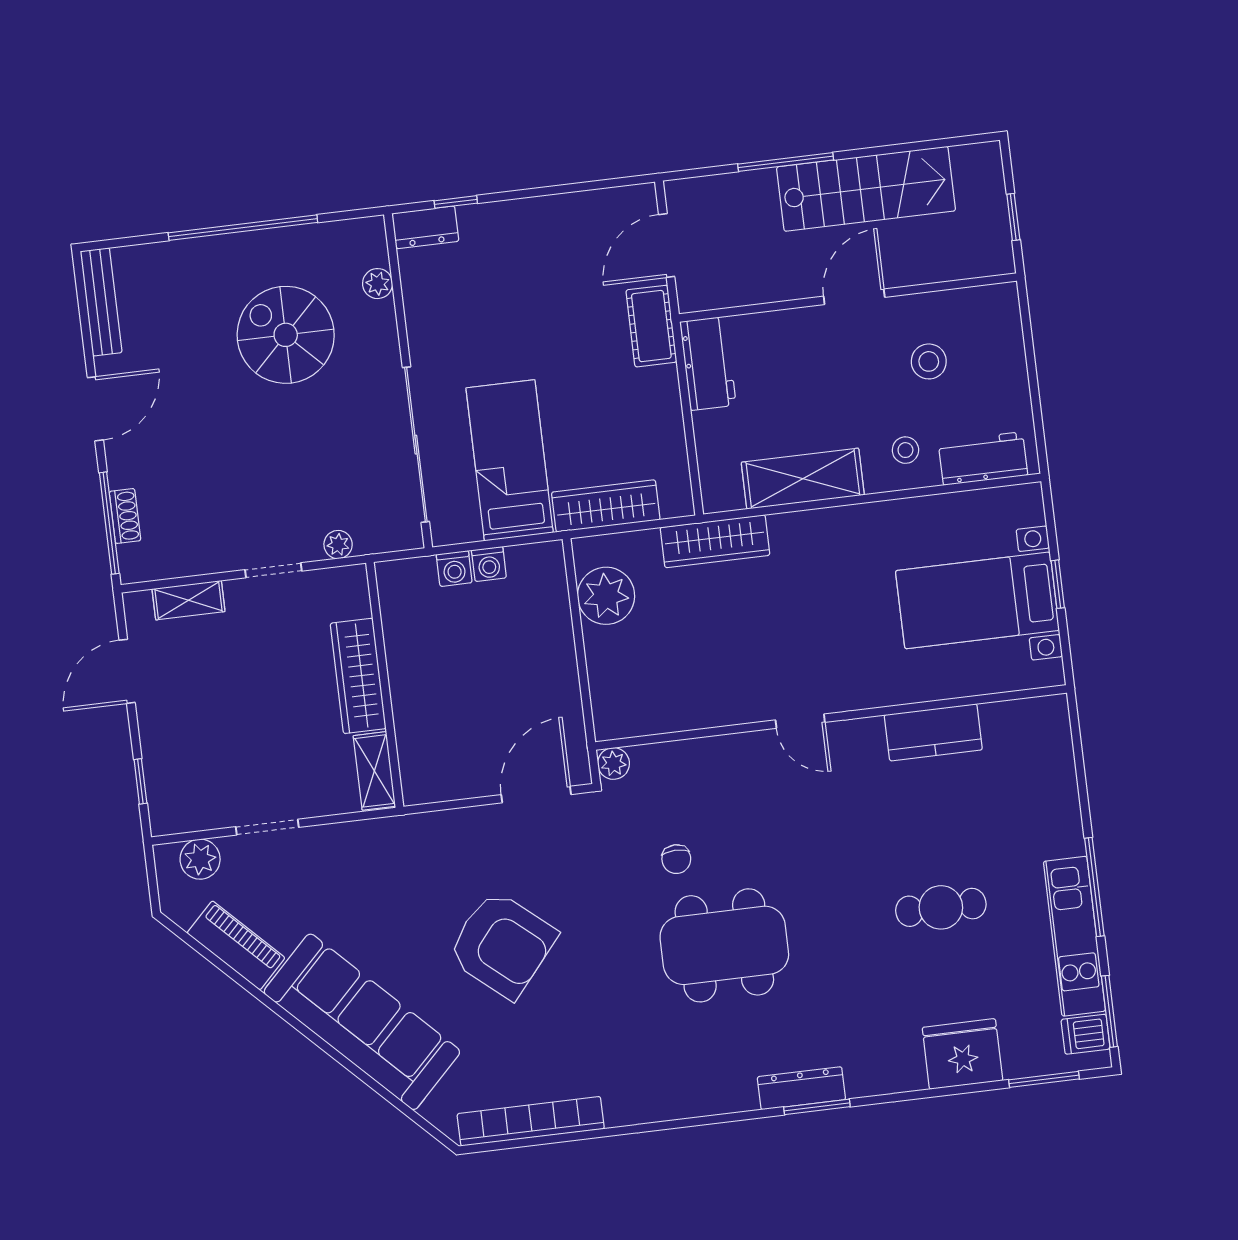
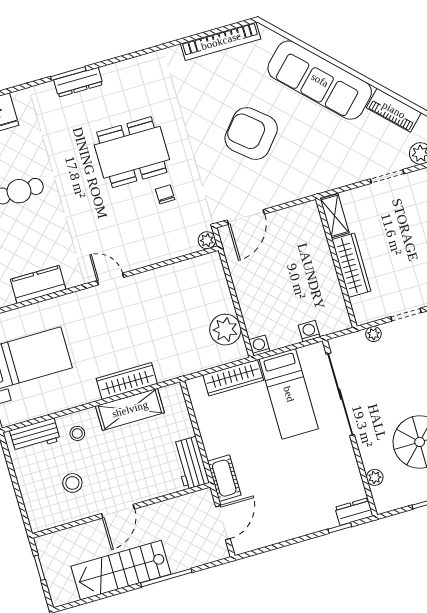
wardrobe: (715, 541) -> (127, 381), moved
washing machine: (489, 564) -> (259, 346), moved

